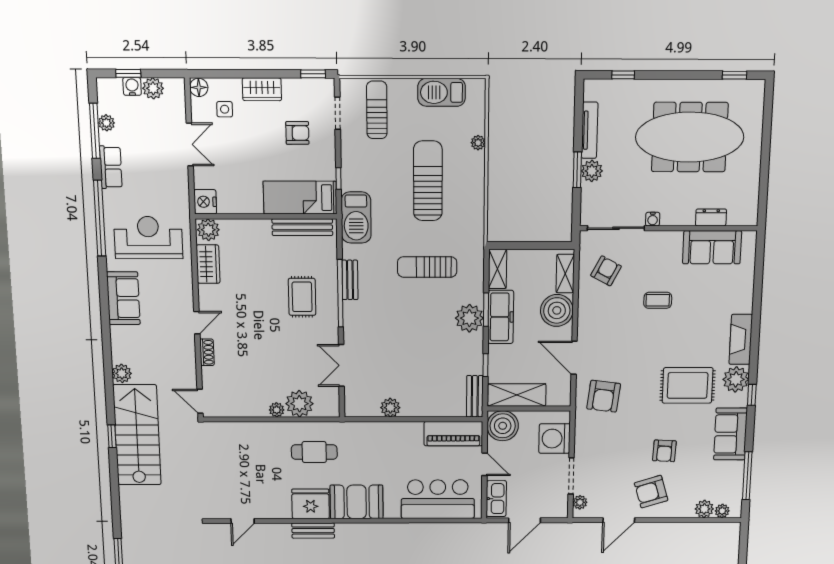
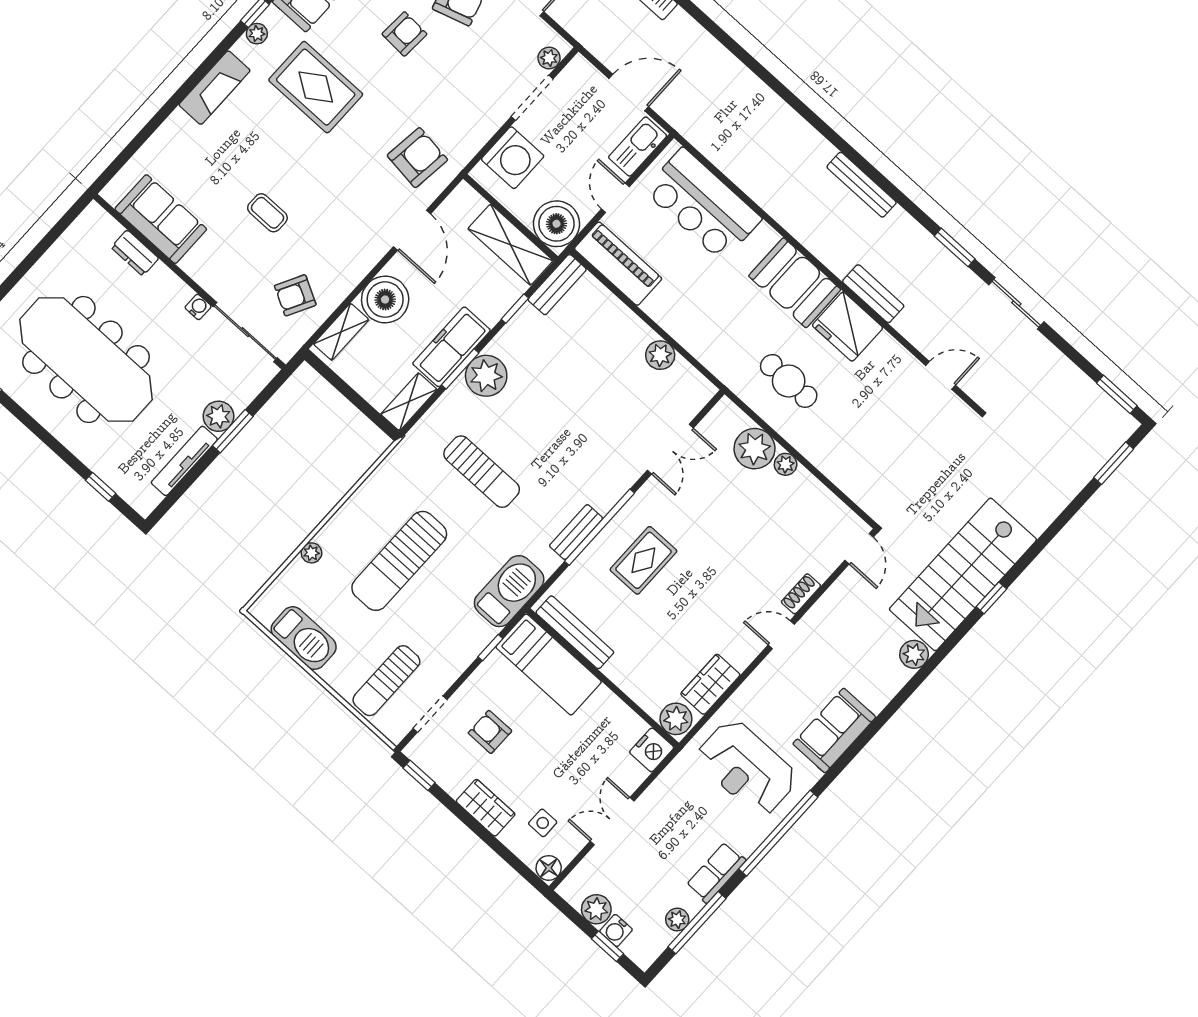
plant: (736, 379) -> (257, 34), width x0.53, depth x0.53

